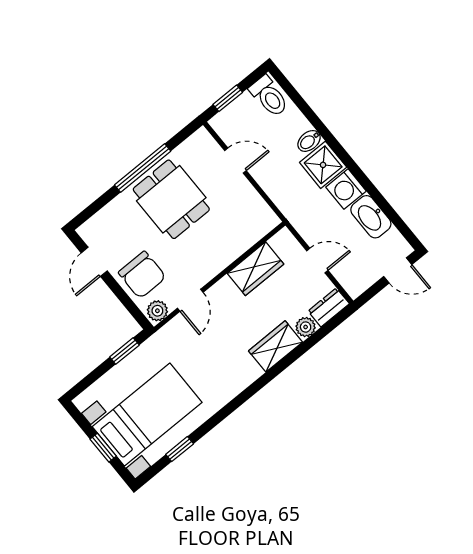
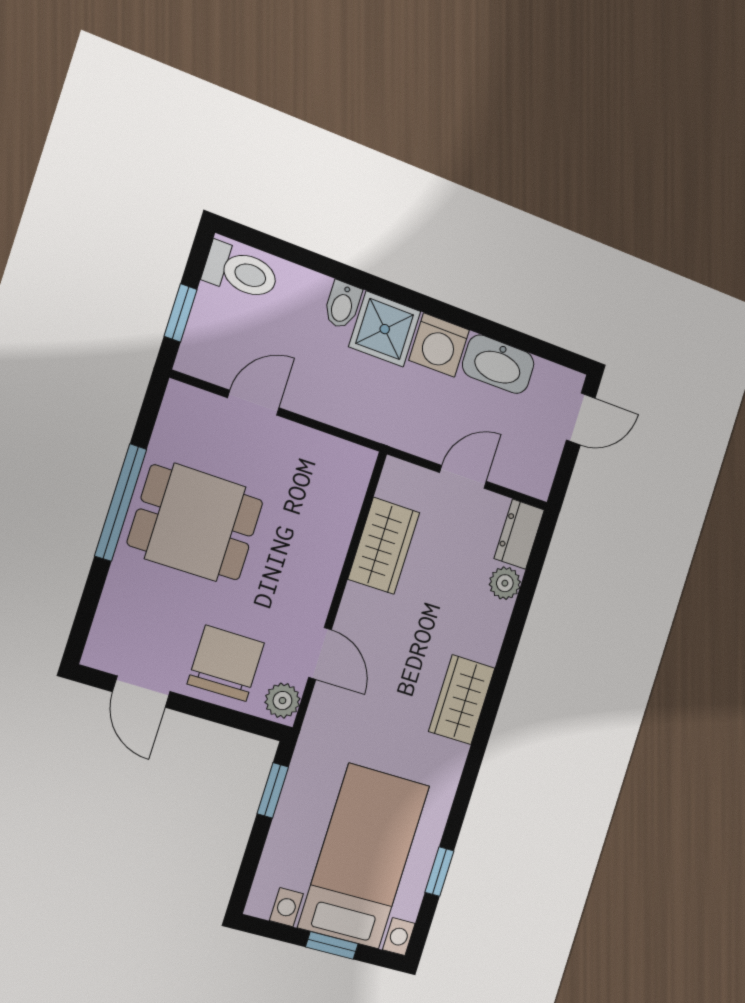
chair: (142, 275) -> (226, 663), turned -90
wardrobe: (276, 346) -> (462, 700), moved

